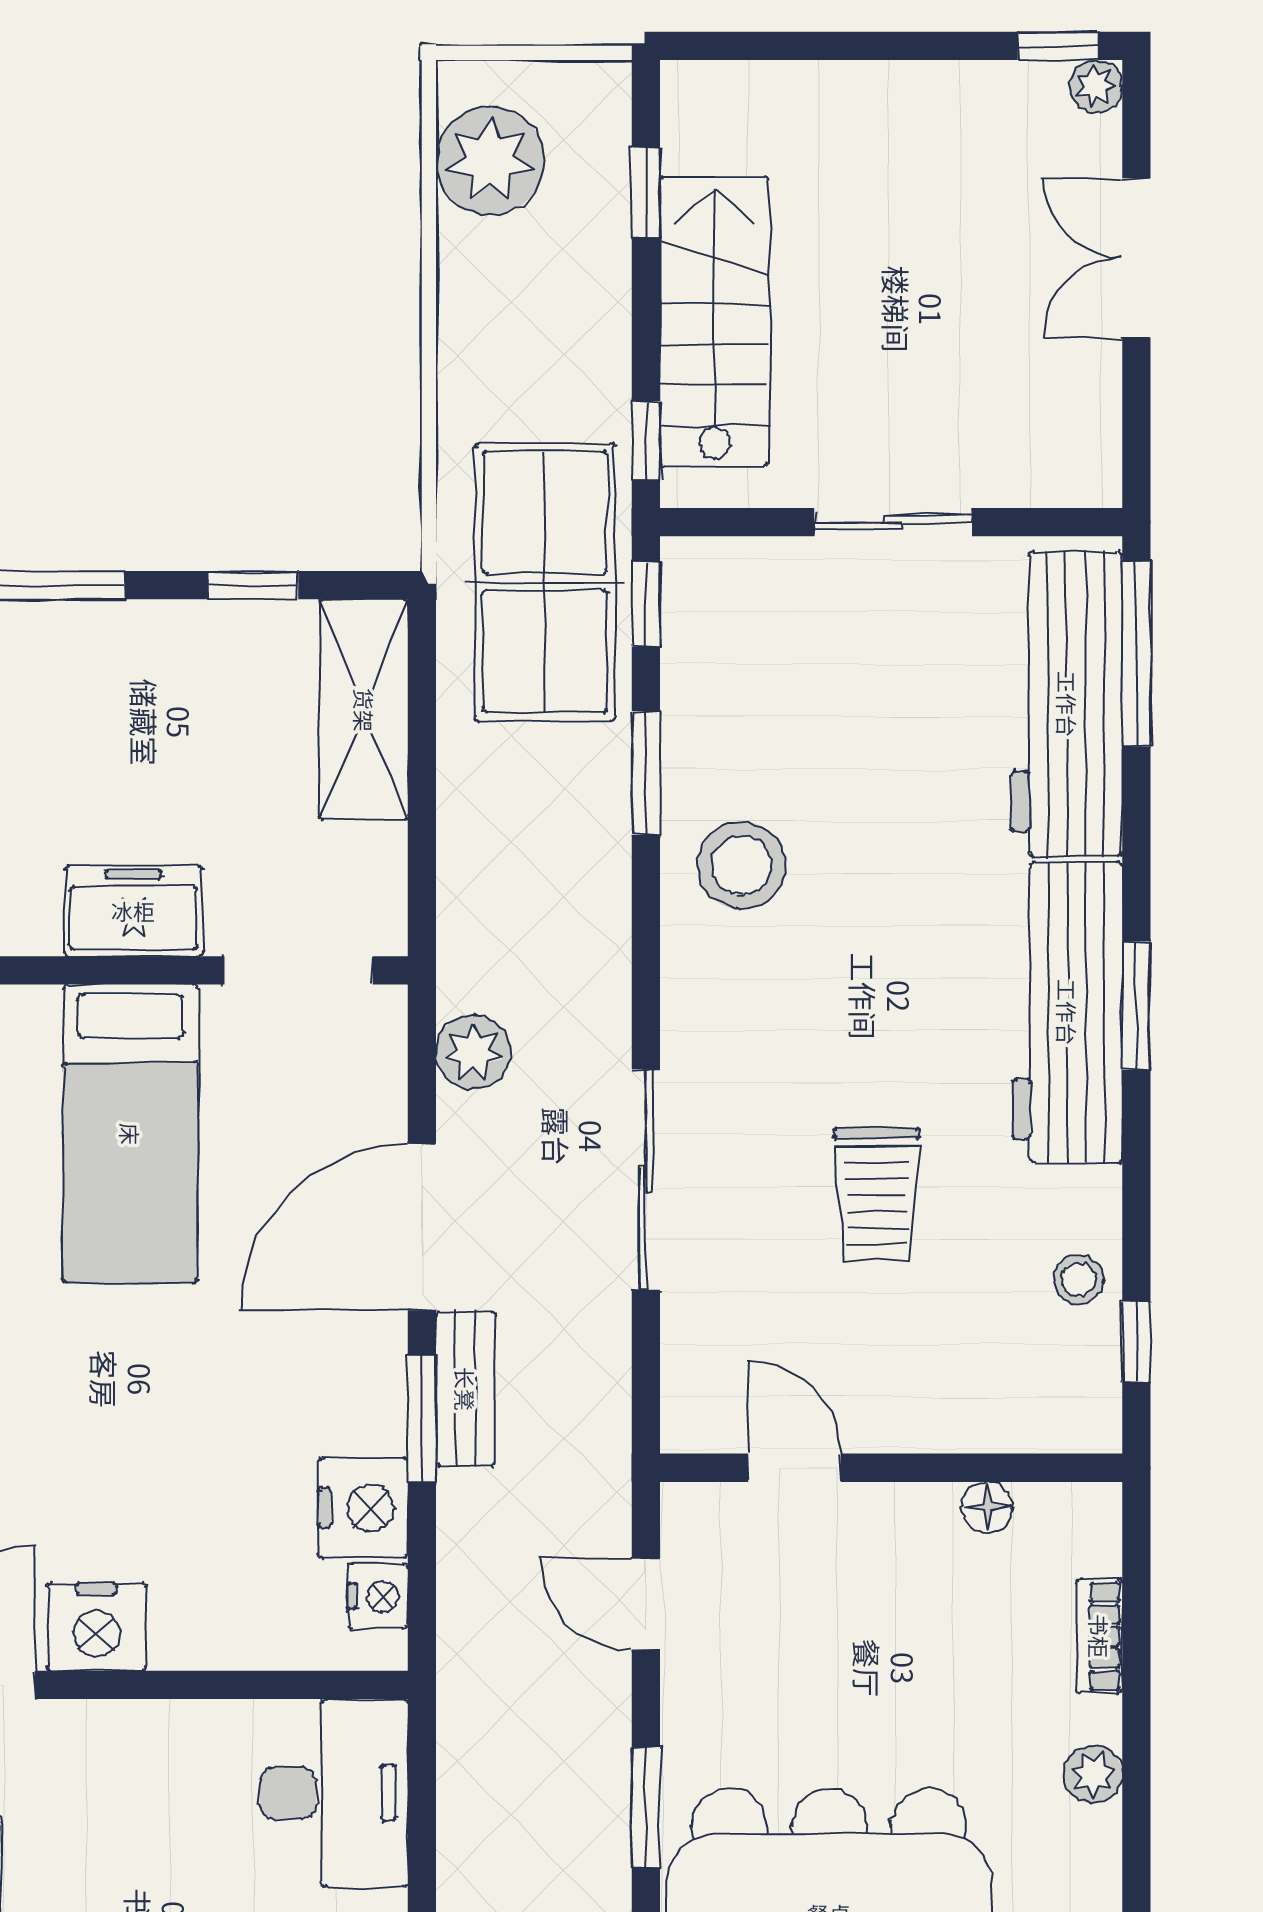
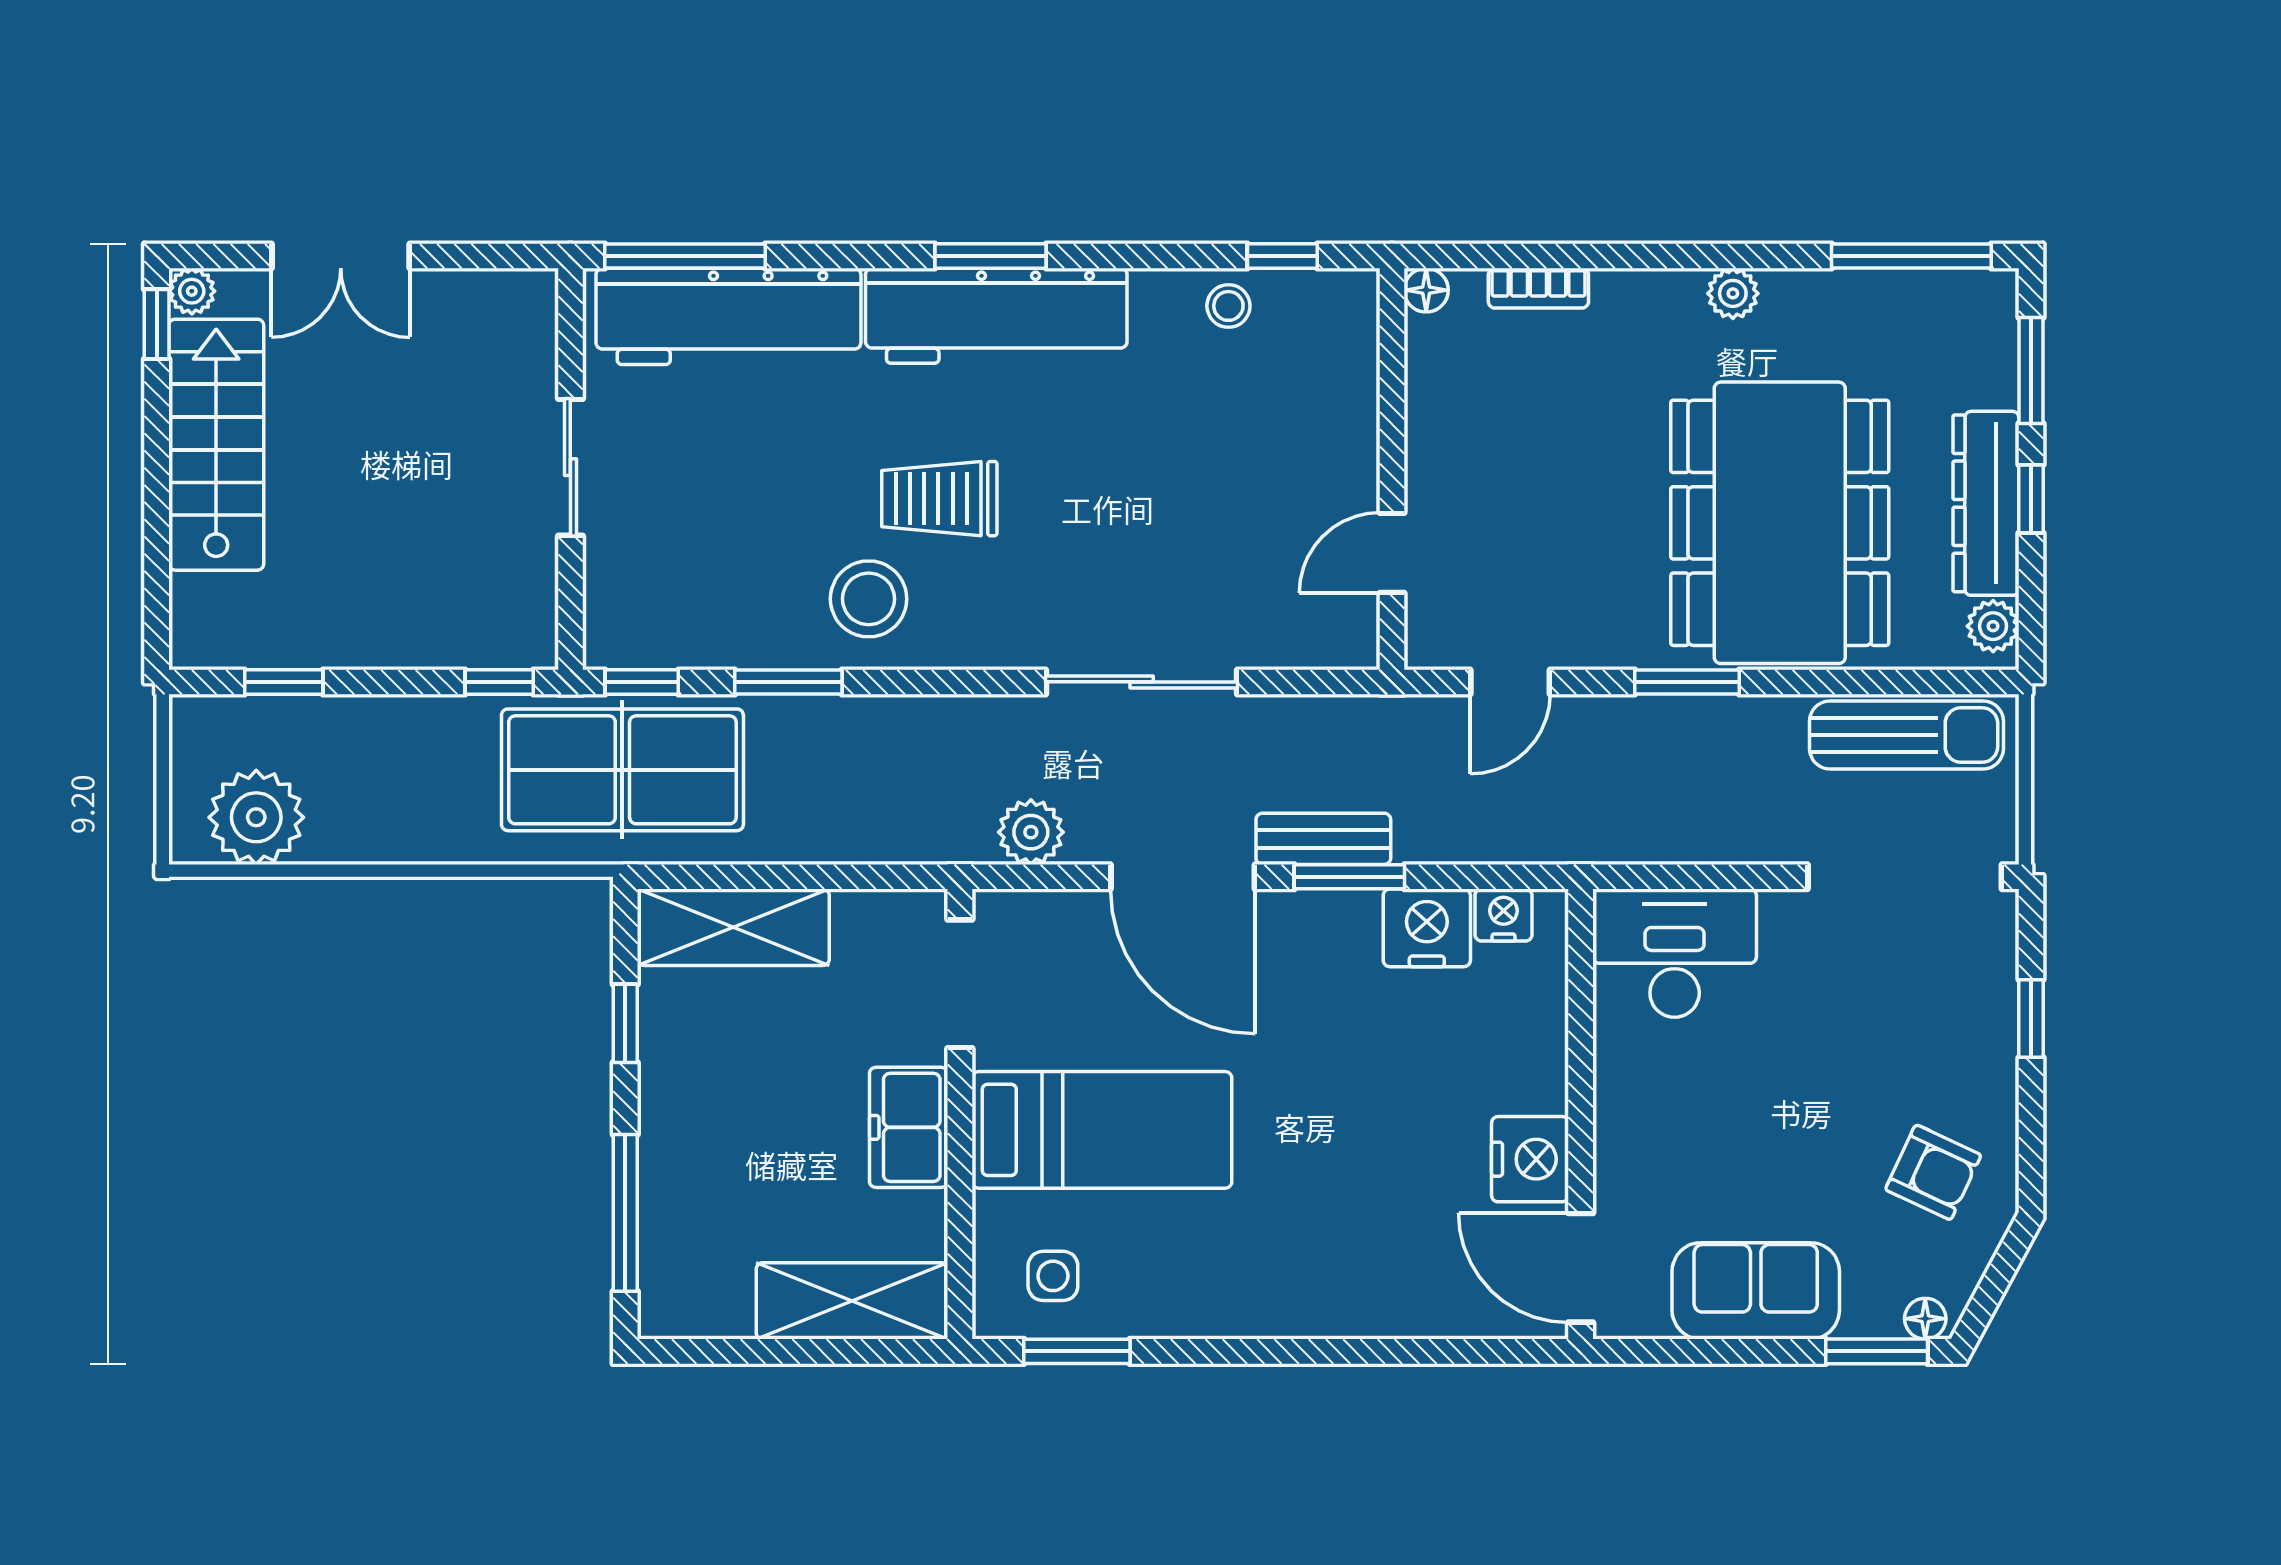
stairs: (715, 321) -> (216, 445), moved, turned 90
trolley: (877, 1194) -> (939, 499), moved, turned 180
floor lamp: (987, 1507) -> (1426, 290), moved
plant: (1093, 1774) -> (1733, 293), moved

